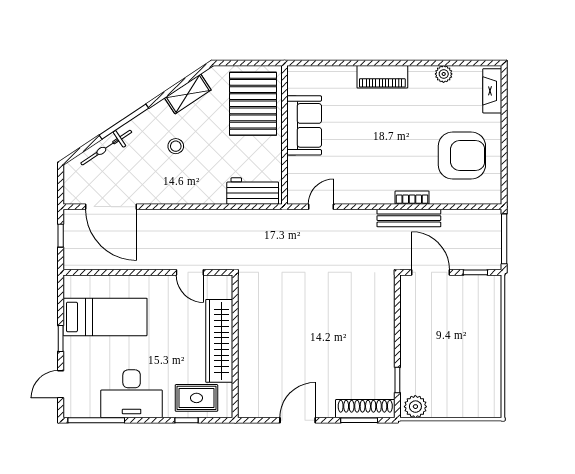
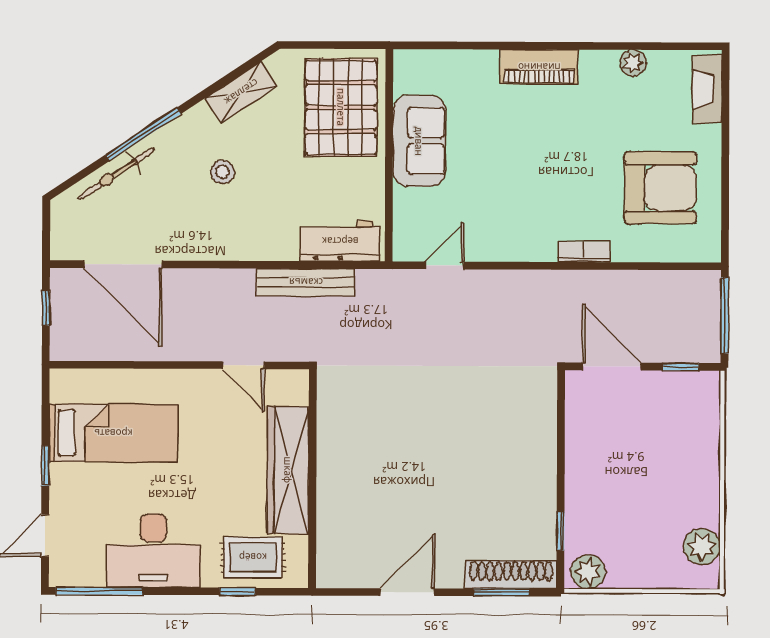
bench: (409, 218) -> (306, 282), moved
plant: (490, 390) -> (702, 547), added

